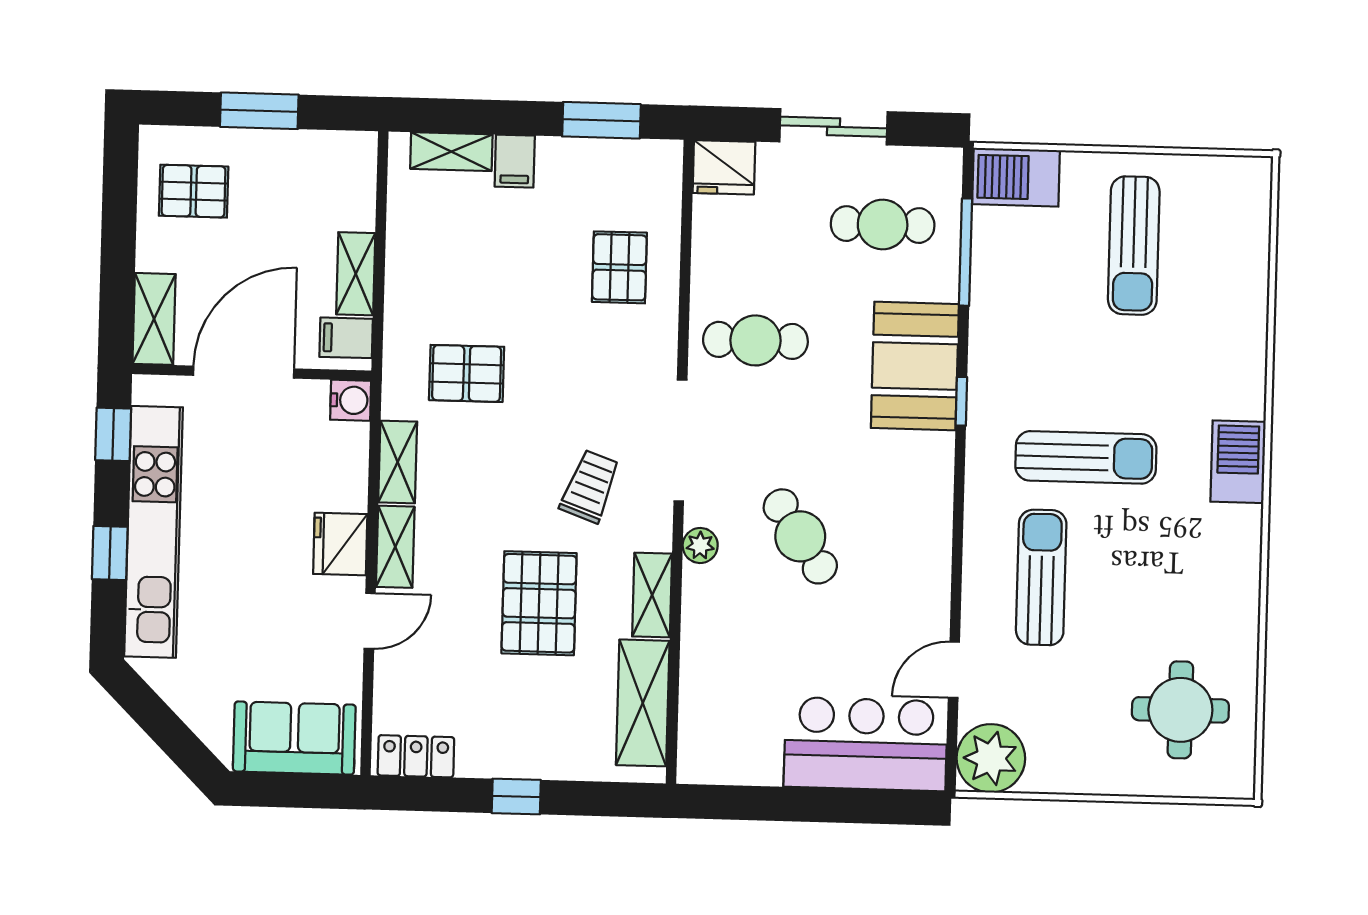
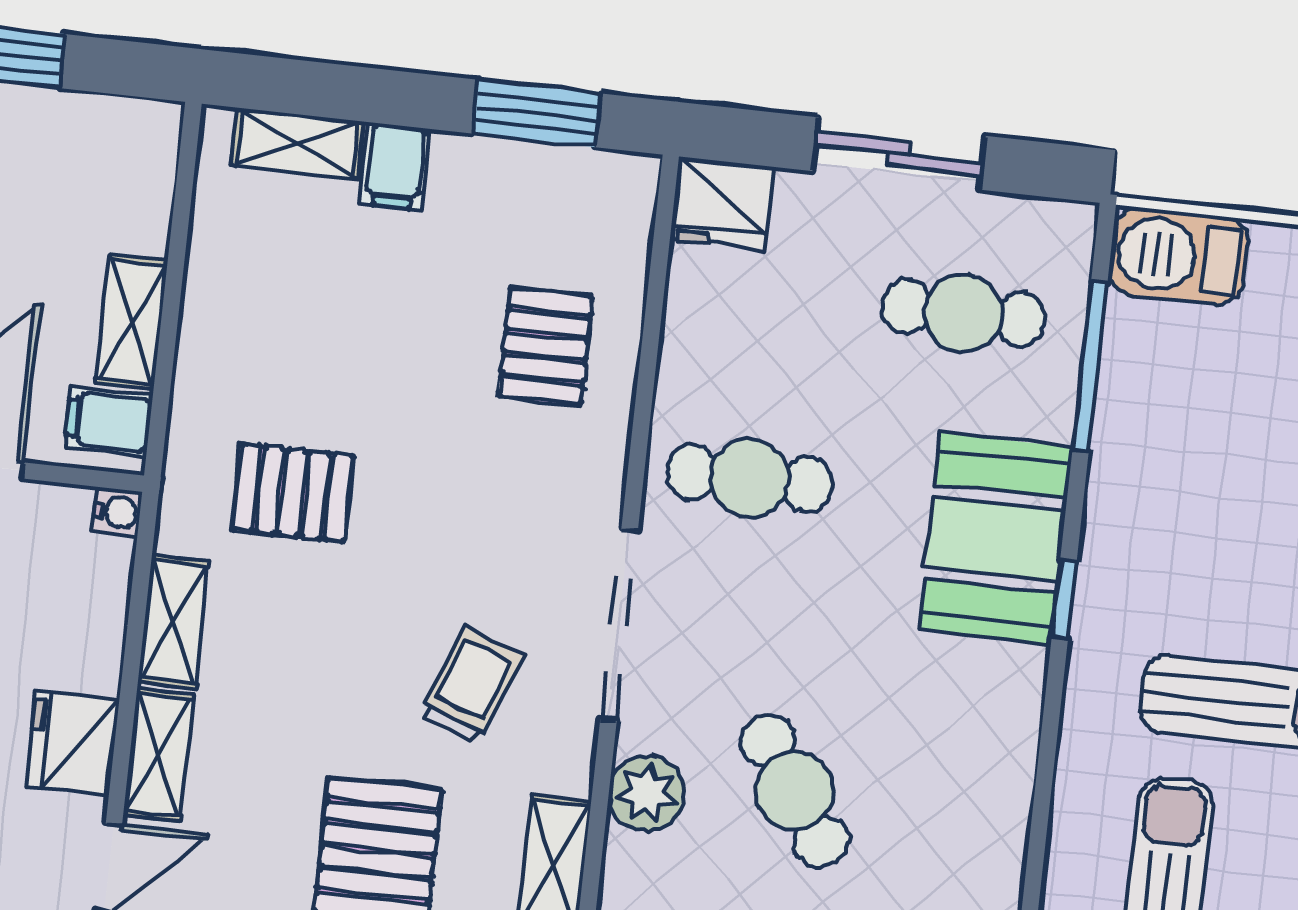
water cooler: (351, 400) -> (117, 512), width x0.72, depth x0.72
plant: (700, 545) -> (647, 793), width x1.38, depth x1.38

